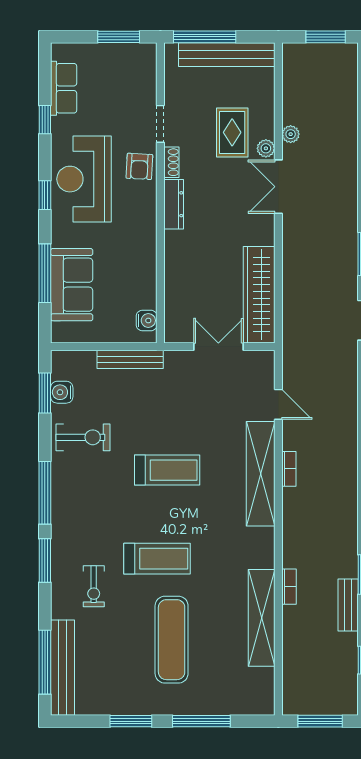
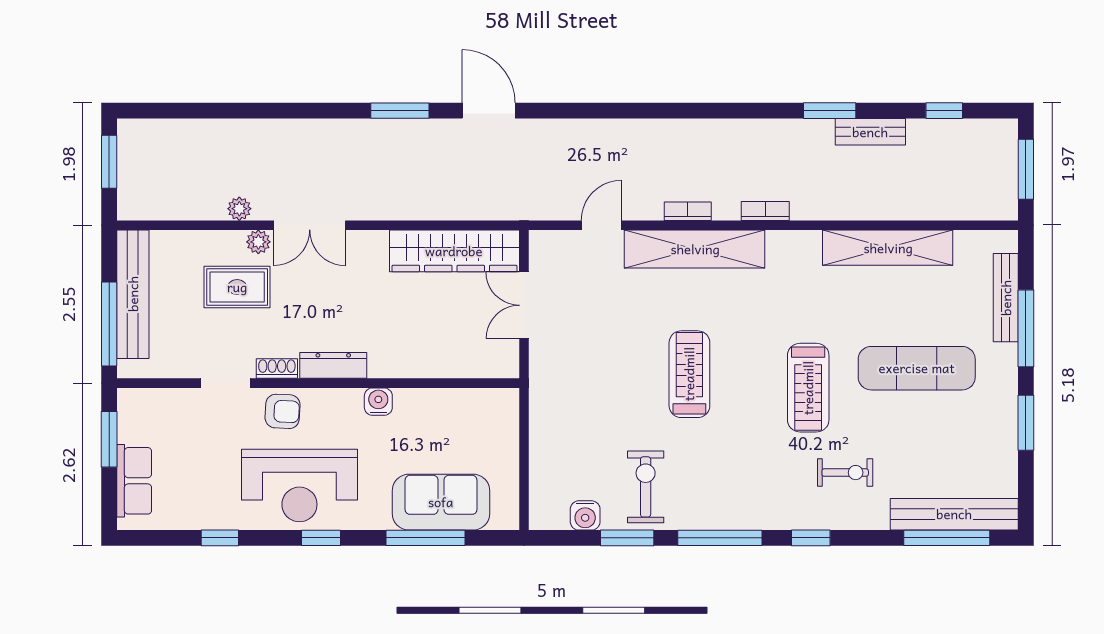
row of seats: (64, 88) -> (134, 481), moved, turned 90
water cooler: (147, 320) -> (378, 402), moved
bench: (130, 359) -> (1006, 298), moved
window: (45, 393) -> (627, 538), moved
treadmill: (157, 559) -> (808, 388), turned 180
window: (45, 561) -> (811, 538), width x0.67
bookcase: (289, 587) -> (765, 211), moved

